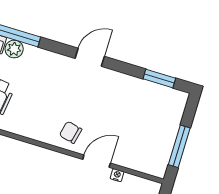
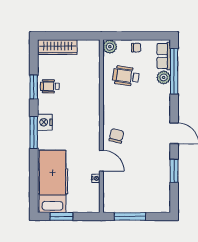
window: (159, 78) -> (174, 171), moved

